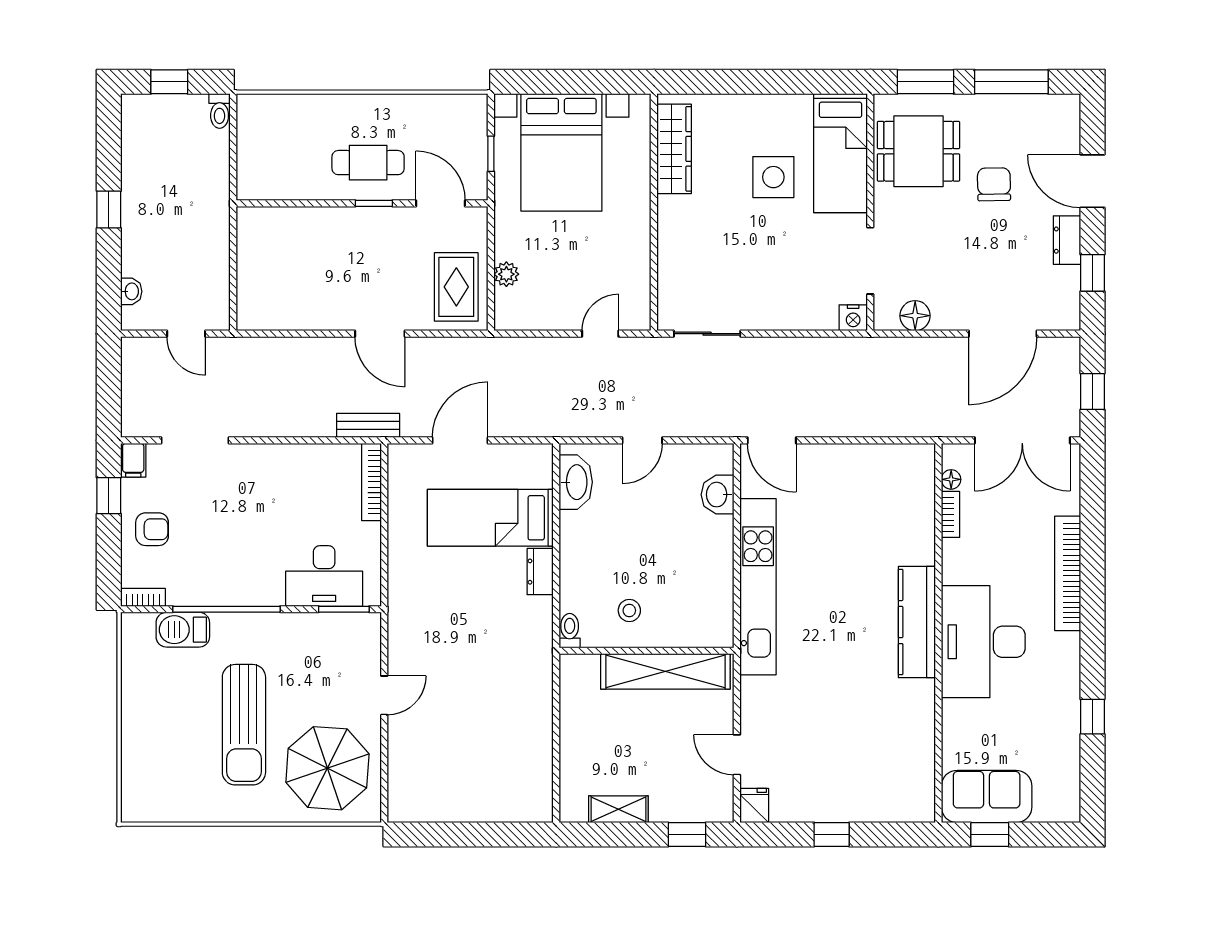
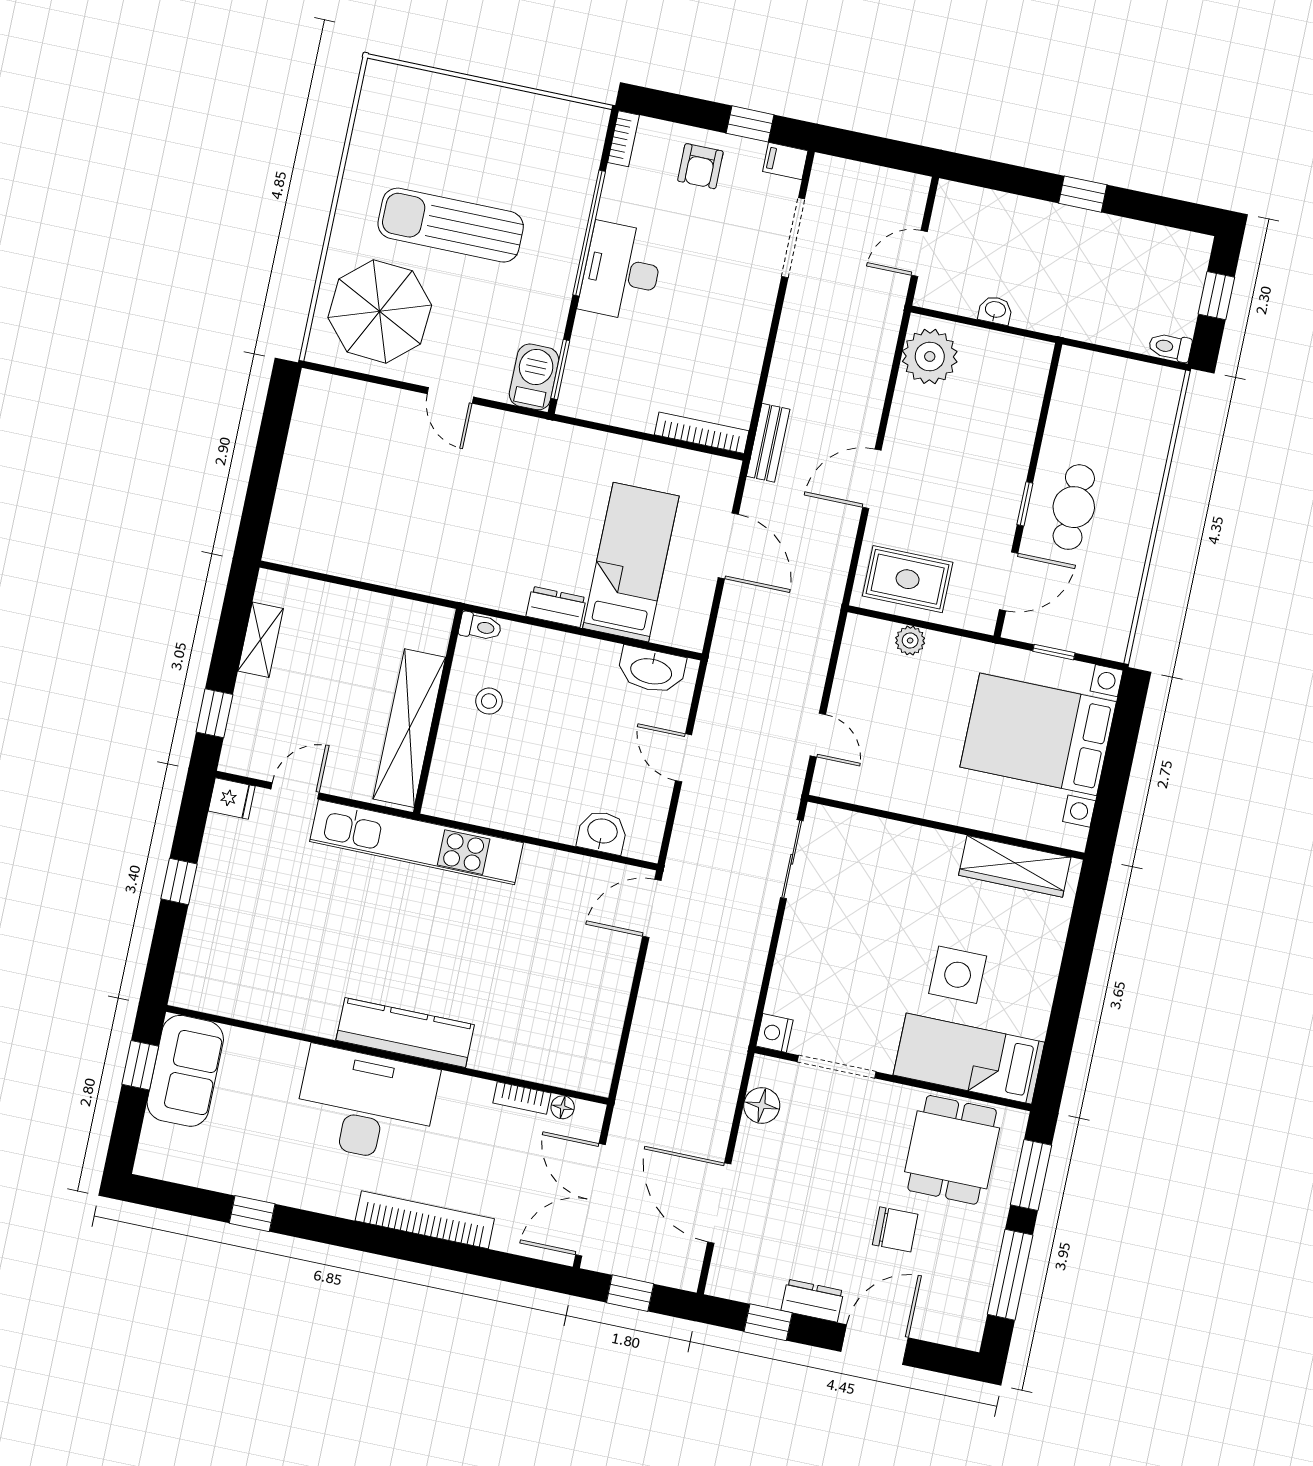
washbasin: (131, 291) -> (995, 310), moved, turned 180
plant: (269, 307) -> (930, 356), added
desk: (324, 576) -> (621, 272), moved
kitchen unit: (758, 587) -> (417, 842), moved
barbecue: (183, 630) -> (534, 377), moved

